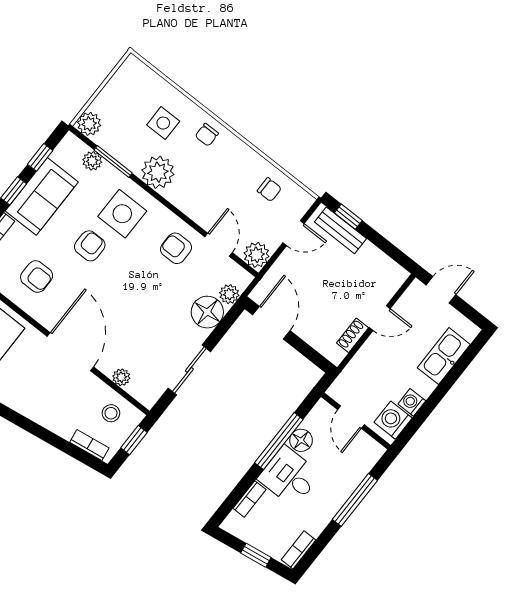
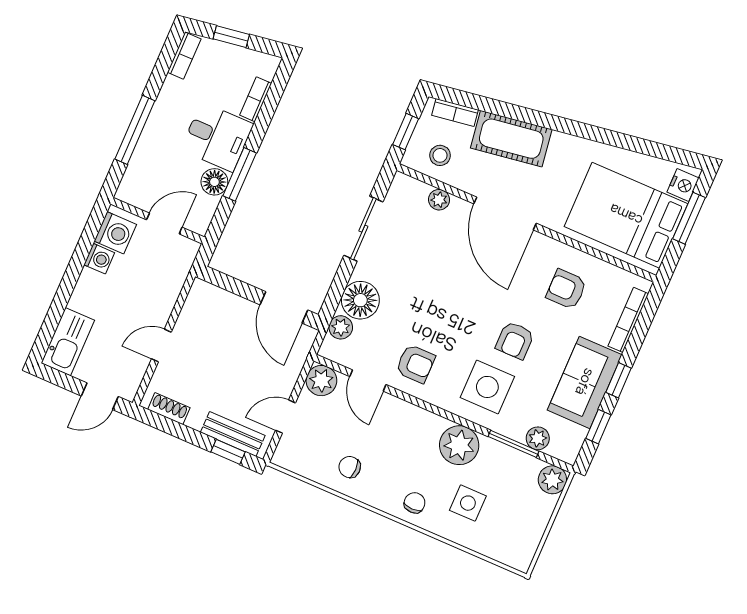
chair: (269, 190) -> (350, 467), moved
shoe rack: (353, 335) -> (169, 409), moved, turned -90
kitchen sink: (444, 356) -> (68, 342), moved
cot: (49, 411) -> (511, 139), added
door: (351, 417) -> (164, 223), hinge flipped
window: (279, 441) -> (240, 174), width x0.69

